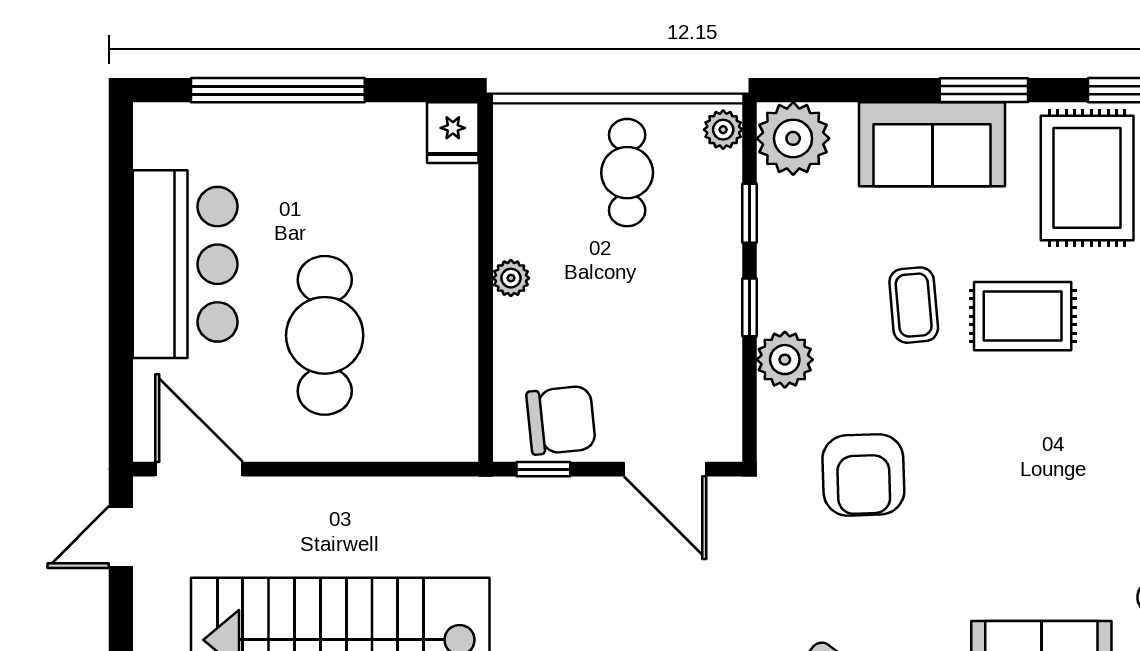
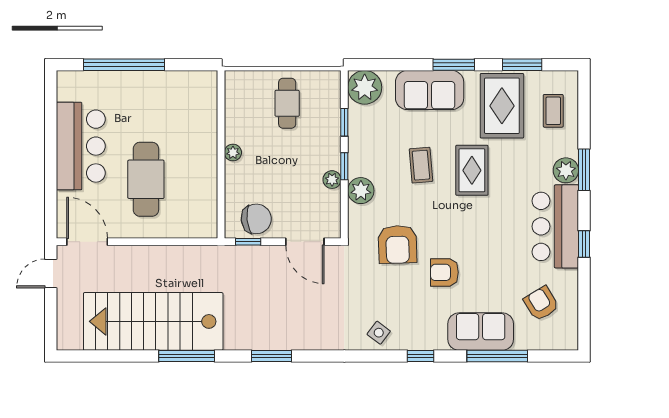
plant: (723, 130) -> (332, 180), moved
fridge: (453, 133) -> (206, 85), removed
rug: (1023, 316) -> (472, 170), turned 90
armchair: (964, 535) -> (444, 272), added

